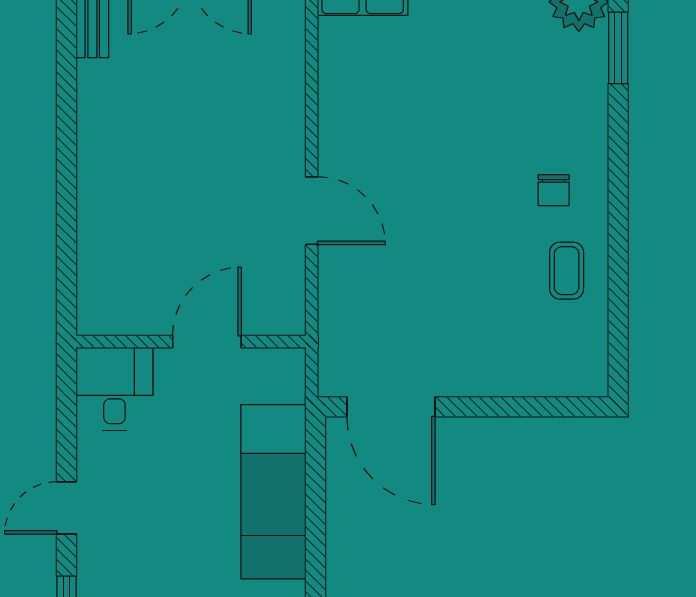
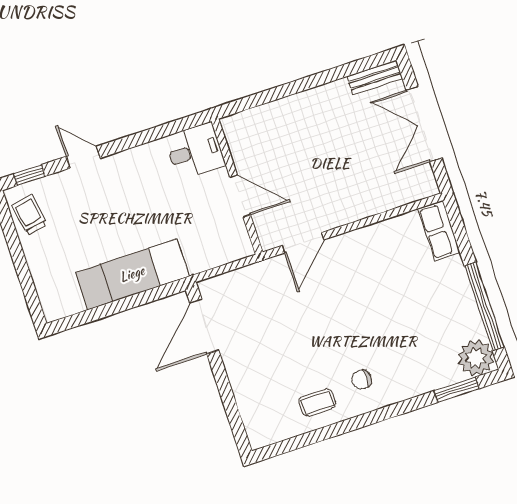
wall: (191, 342) -> (237, 187), moved
door: (207, 342) -> (240, 196), moved
desk: (114, 389) -> (195, 151), moved

